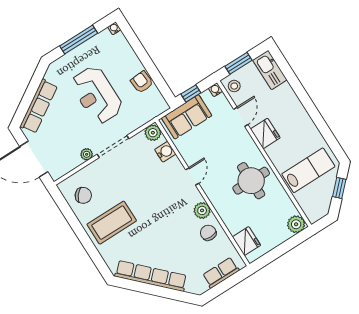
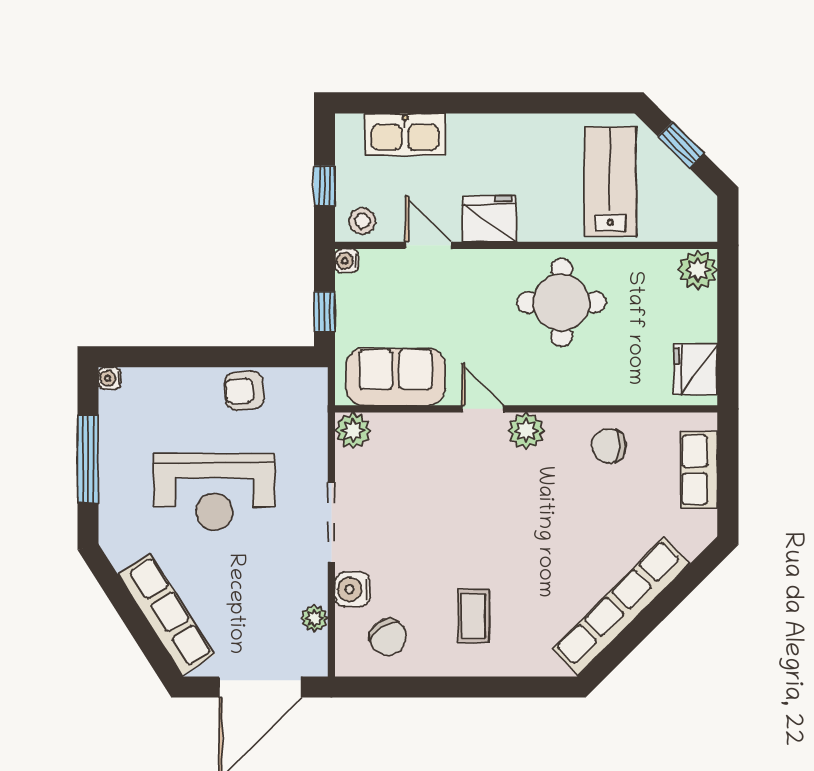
window: (238, 63) -> (324, 186), width x0.67
kitchen sink: (270, 70) -> (405, 134), moved
sofa: (187, 117) -> (396, 377), moved, turned -90
water cooler: (165, 152) -> (352, 589), moved, turned -90
plant: (87, 154) -> (314, 618), moved
chair: (83, 195) -> (388, 637), turned 105
plant: (202, 210) -> (526, 431), moved
coffee table: (112, 223) -> (473, 616), width x0.54, depth x0.58
fridge: (246, 241) -> (696, 369), moved, turned -90

